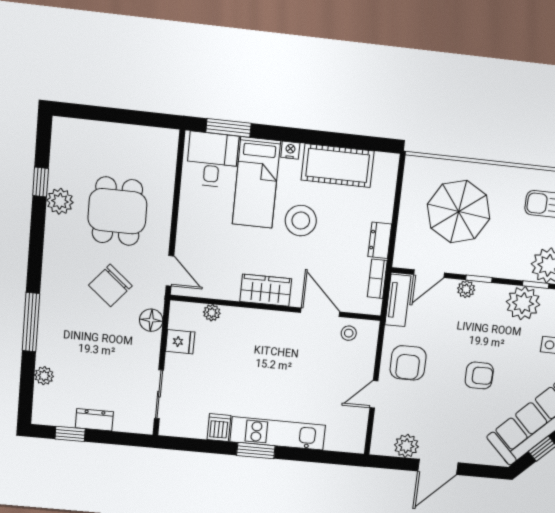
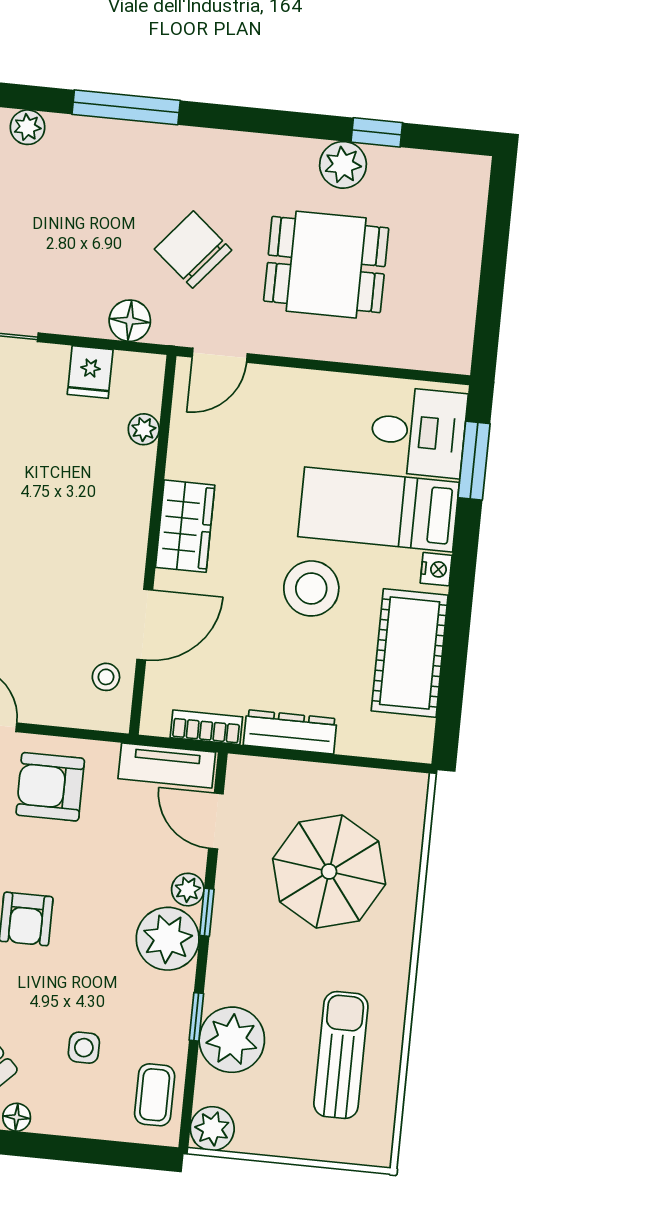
dresser: (380, 240) -> (290, 732), width x1.44
plant: (523, 303) -> (168, 939), moved

